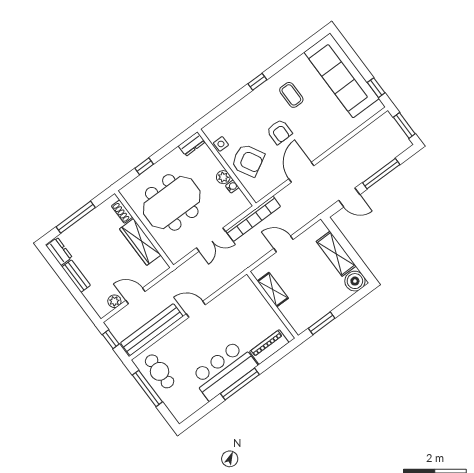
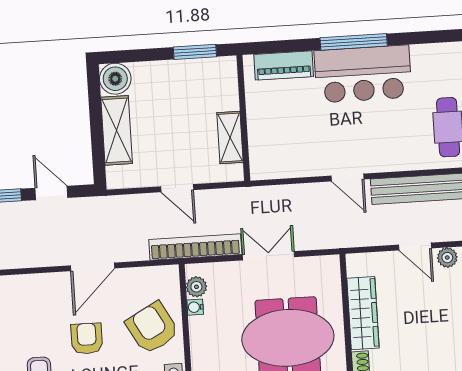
plant: (223, 177) -> (196, 287), moved

